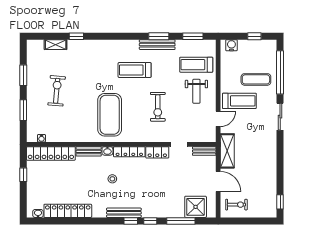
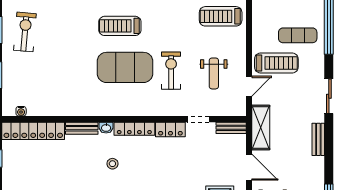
treadmill: (135, 70) -> (120, 26), moved
exercise bike: (57, 91) -> (25, 32), moved
weight bench: (196, 91) -> (214, 73), moved
exercise bike: (158, 107) -> (171, 71), turned 180
exercise mat: (110, 115) -> (125, 67), moved, turned 90
sliding door: (280, 117) -> (329, 96), moved
bench: (272, 160) -> (318, 139), added

